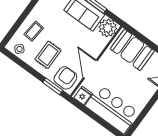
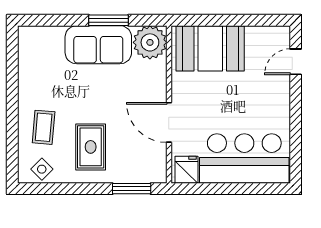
armchair: (65, 78) -> (141, 162), removed

